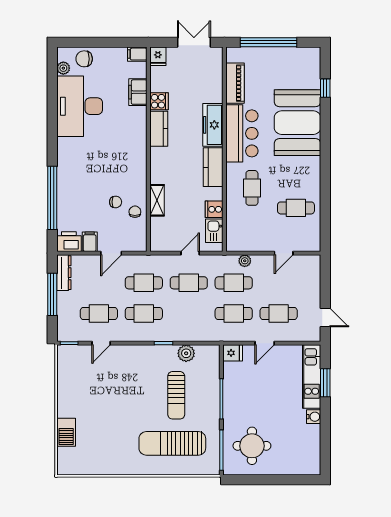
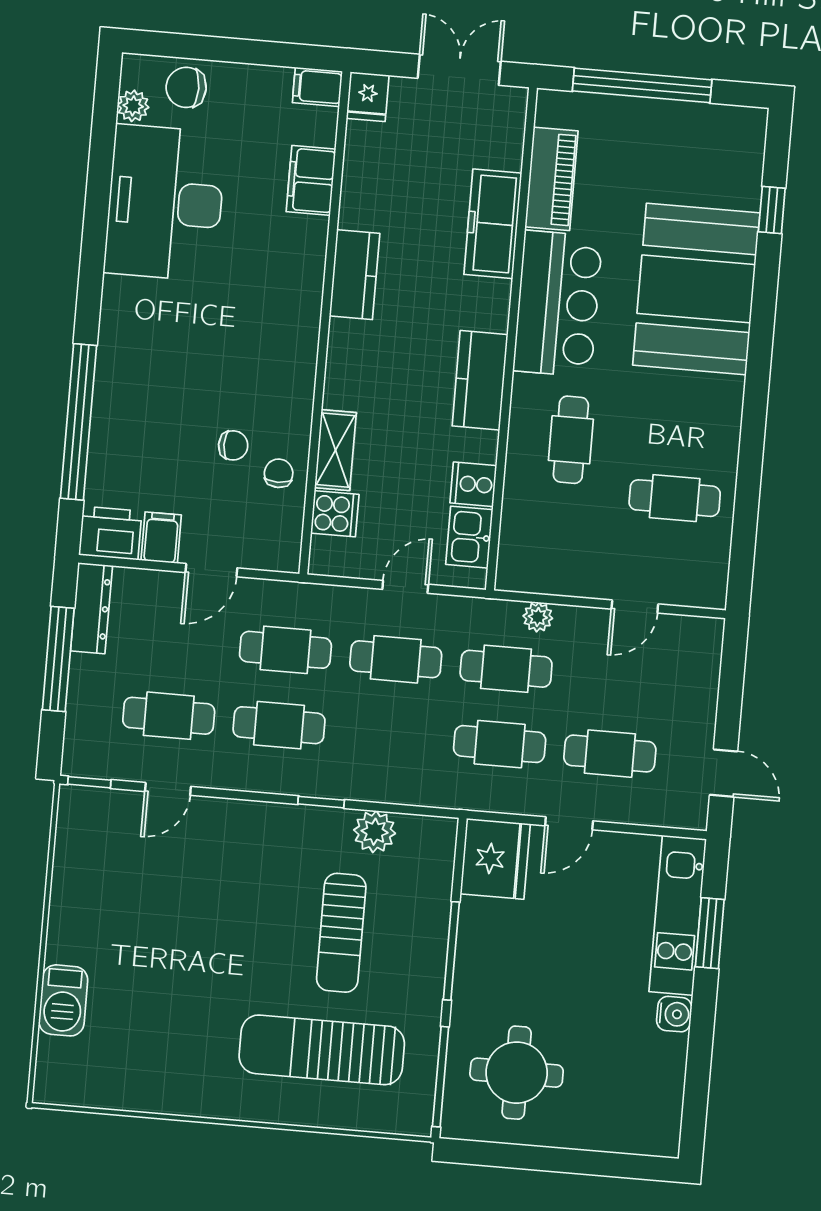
cooker: (159, 101) -> (335, 514), moved
freezer: (213, 125) -> (493, 224), moved
fridge: (233, 353) -> (495, 859), width x1.88, depth x1.34

